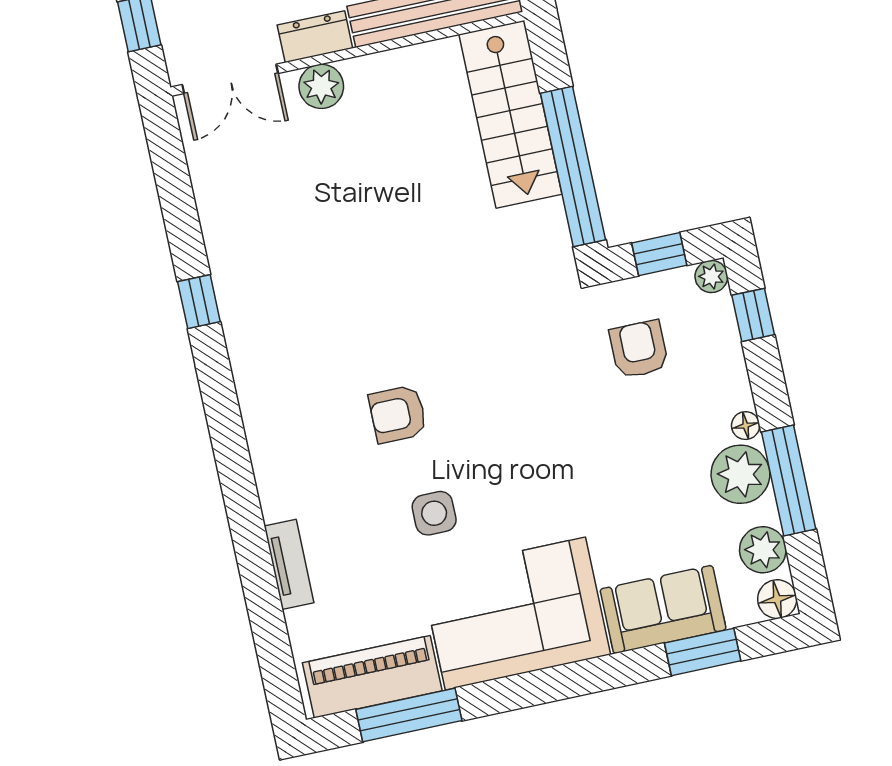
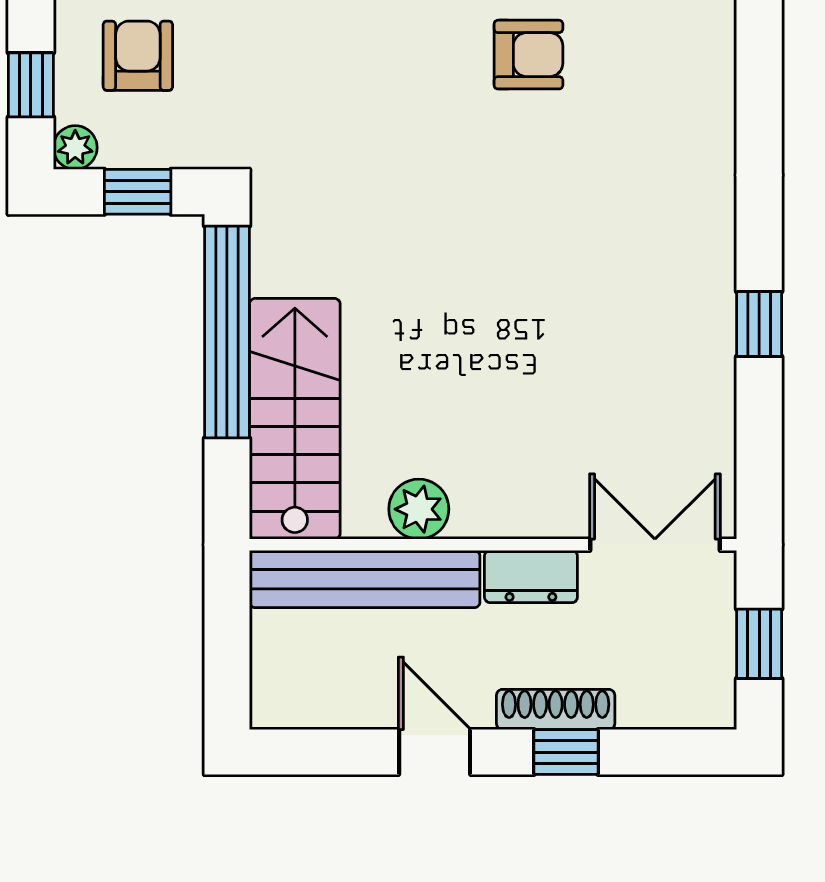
plant: (321, 86) -> (419, 509), moved
window: (199, 302) -> (759, 324), moved
armchair: (639, 349) -> (138, 56), moved, turned 180

